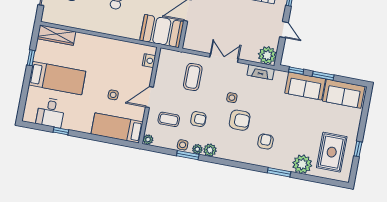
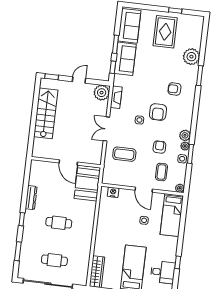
armchair: (240, 120) -> (158, 112), turned 180
rug: (332, 152) -> (165, 32), moved, turned 90

